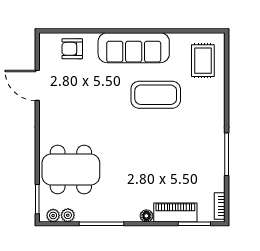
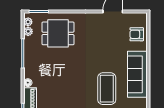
armchair: (72, 49) -> (137, 34), turned -90
dining table: (71, 169) -> (58, 33), width x0.73

